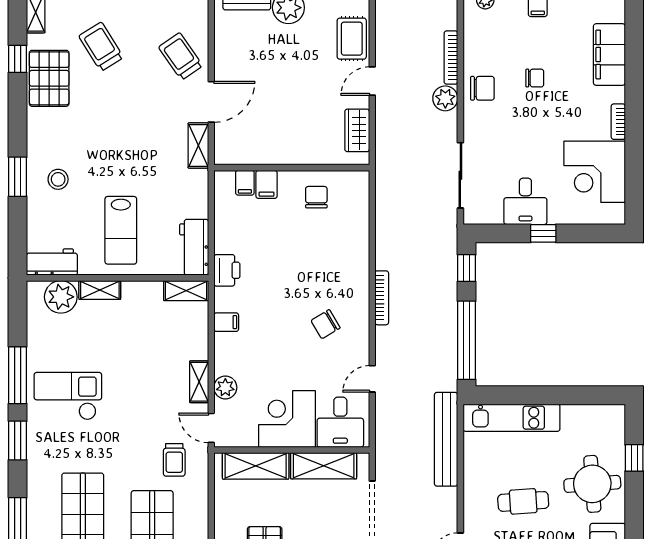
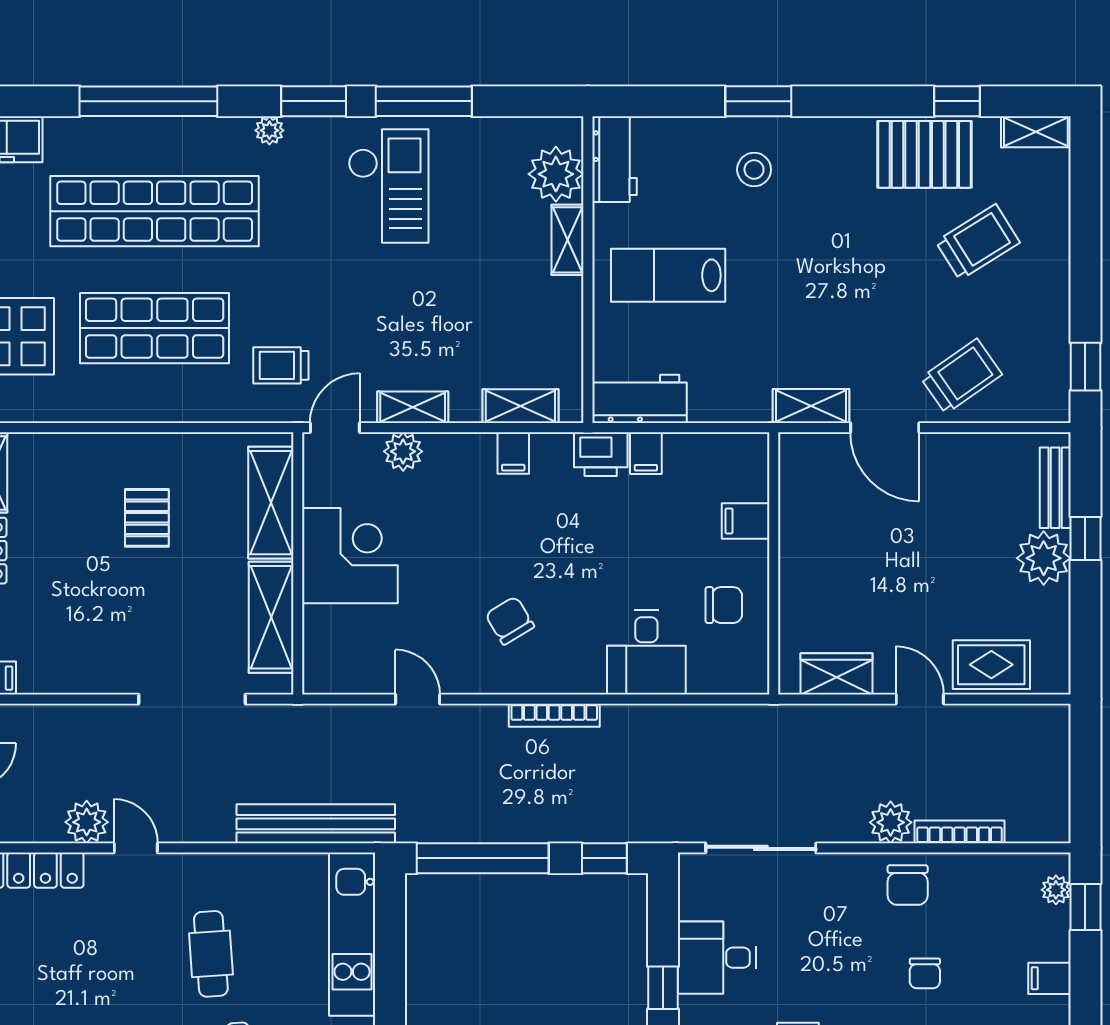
filing cabinet: (245, 183) -> (646, 453), moved, turned -90
shelving: (186, 291) -> (520, 406), moved, turned 90
desk: (340, 422) -> (646, 652), moved, turned -90
plant: (35, 467) -> (269, 130), added

